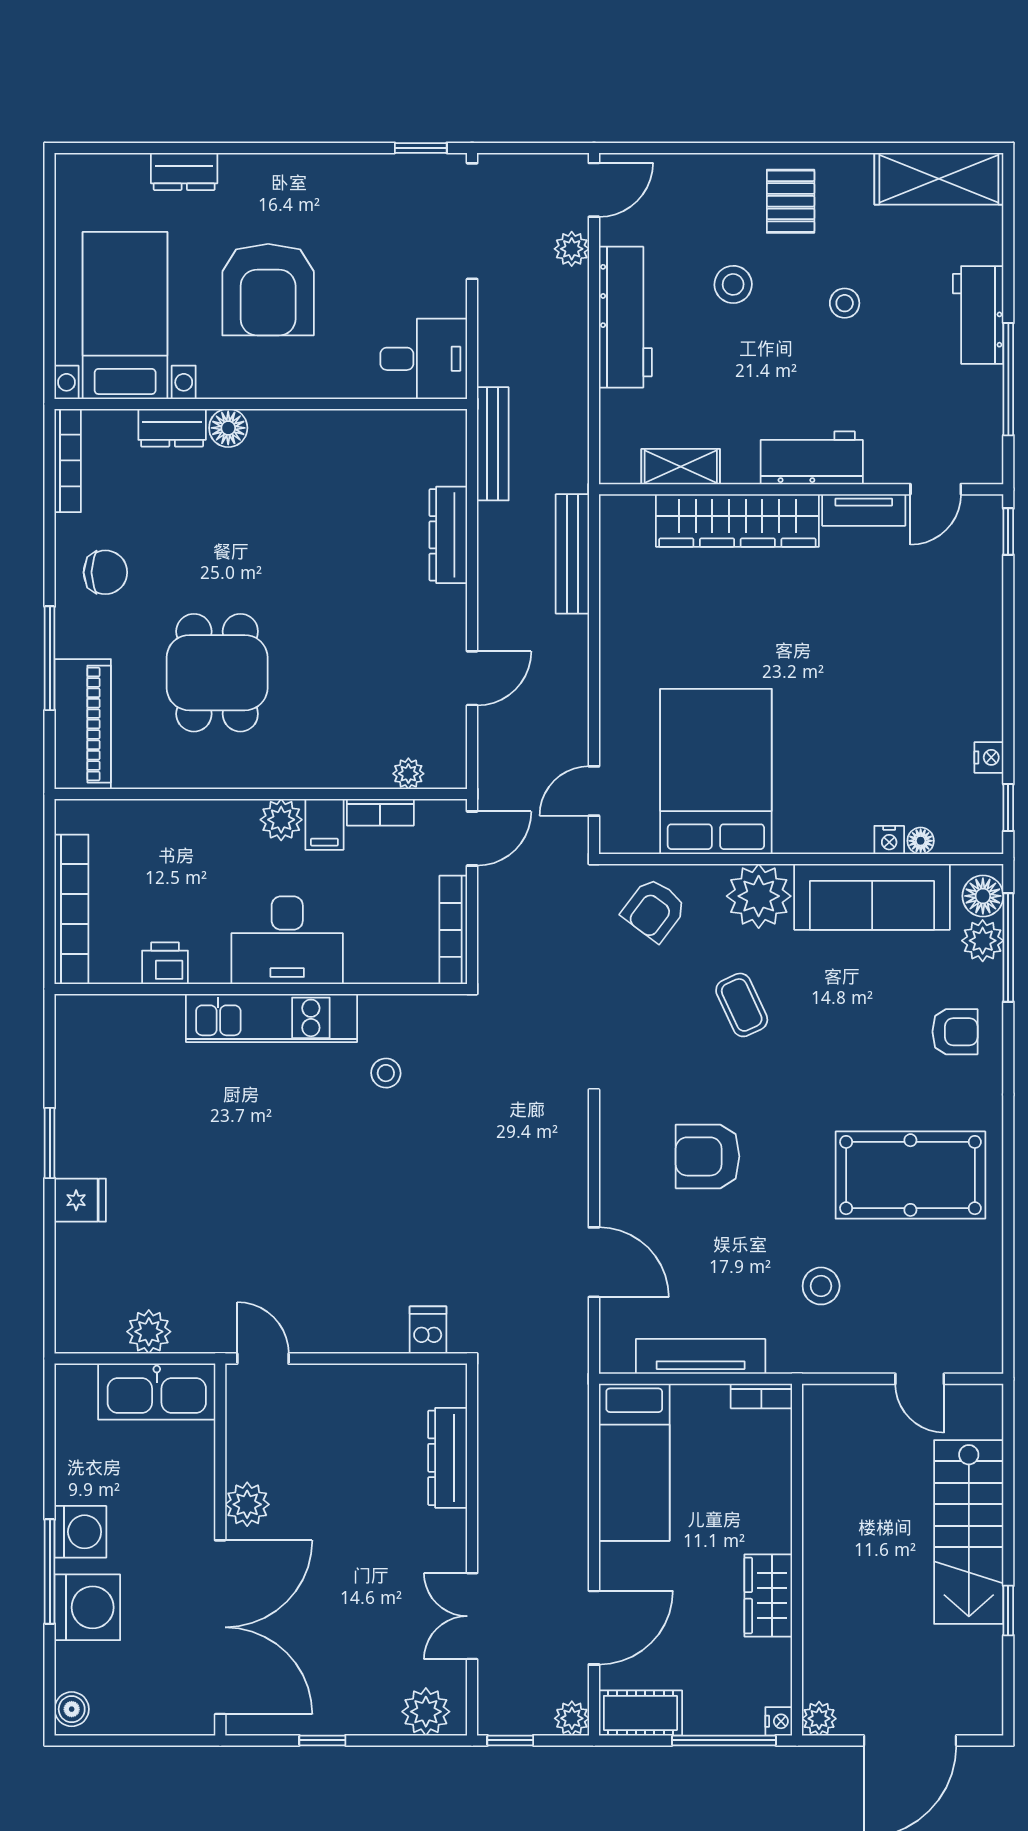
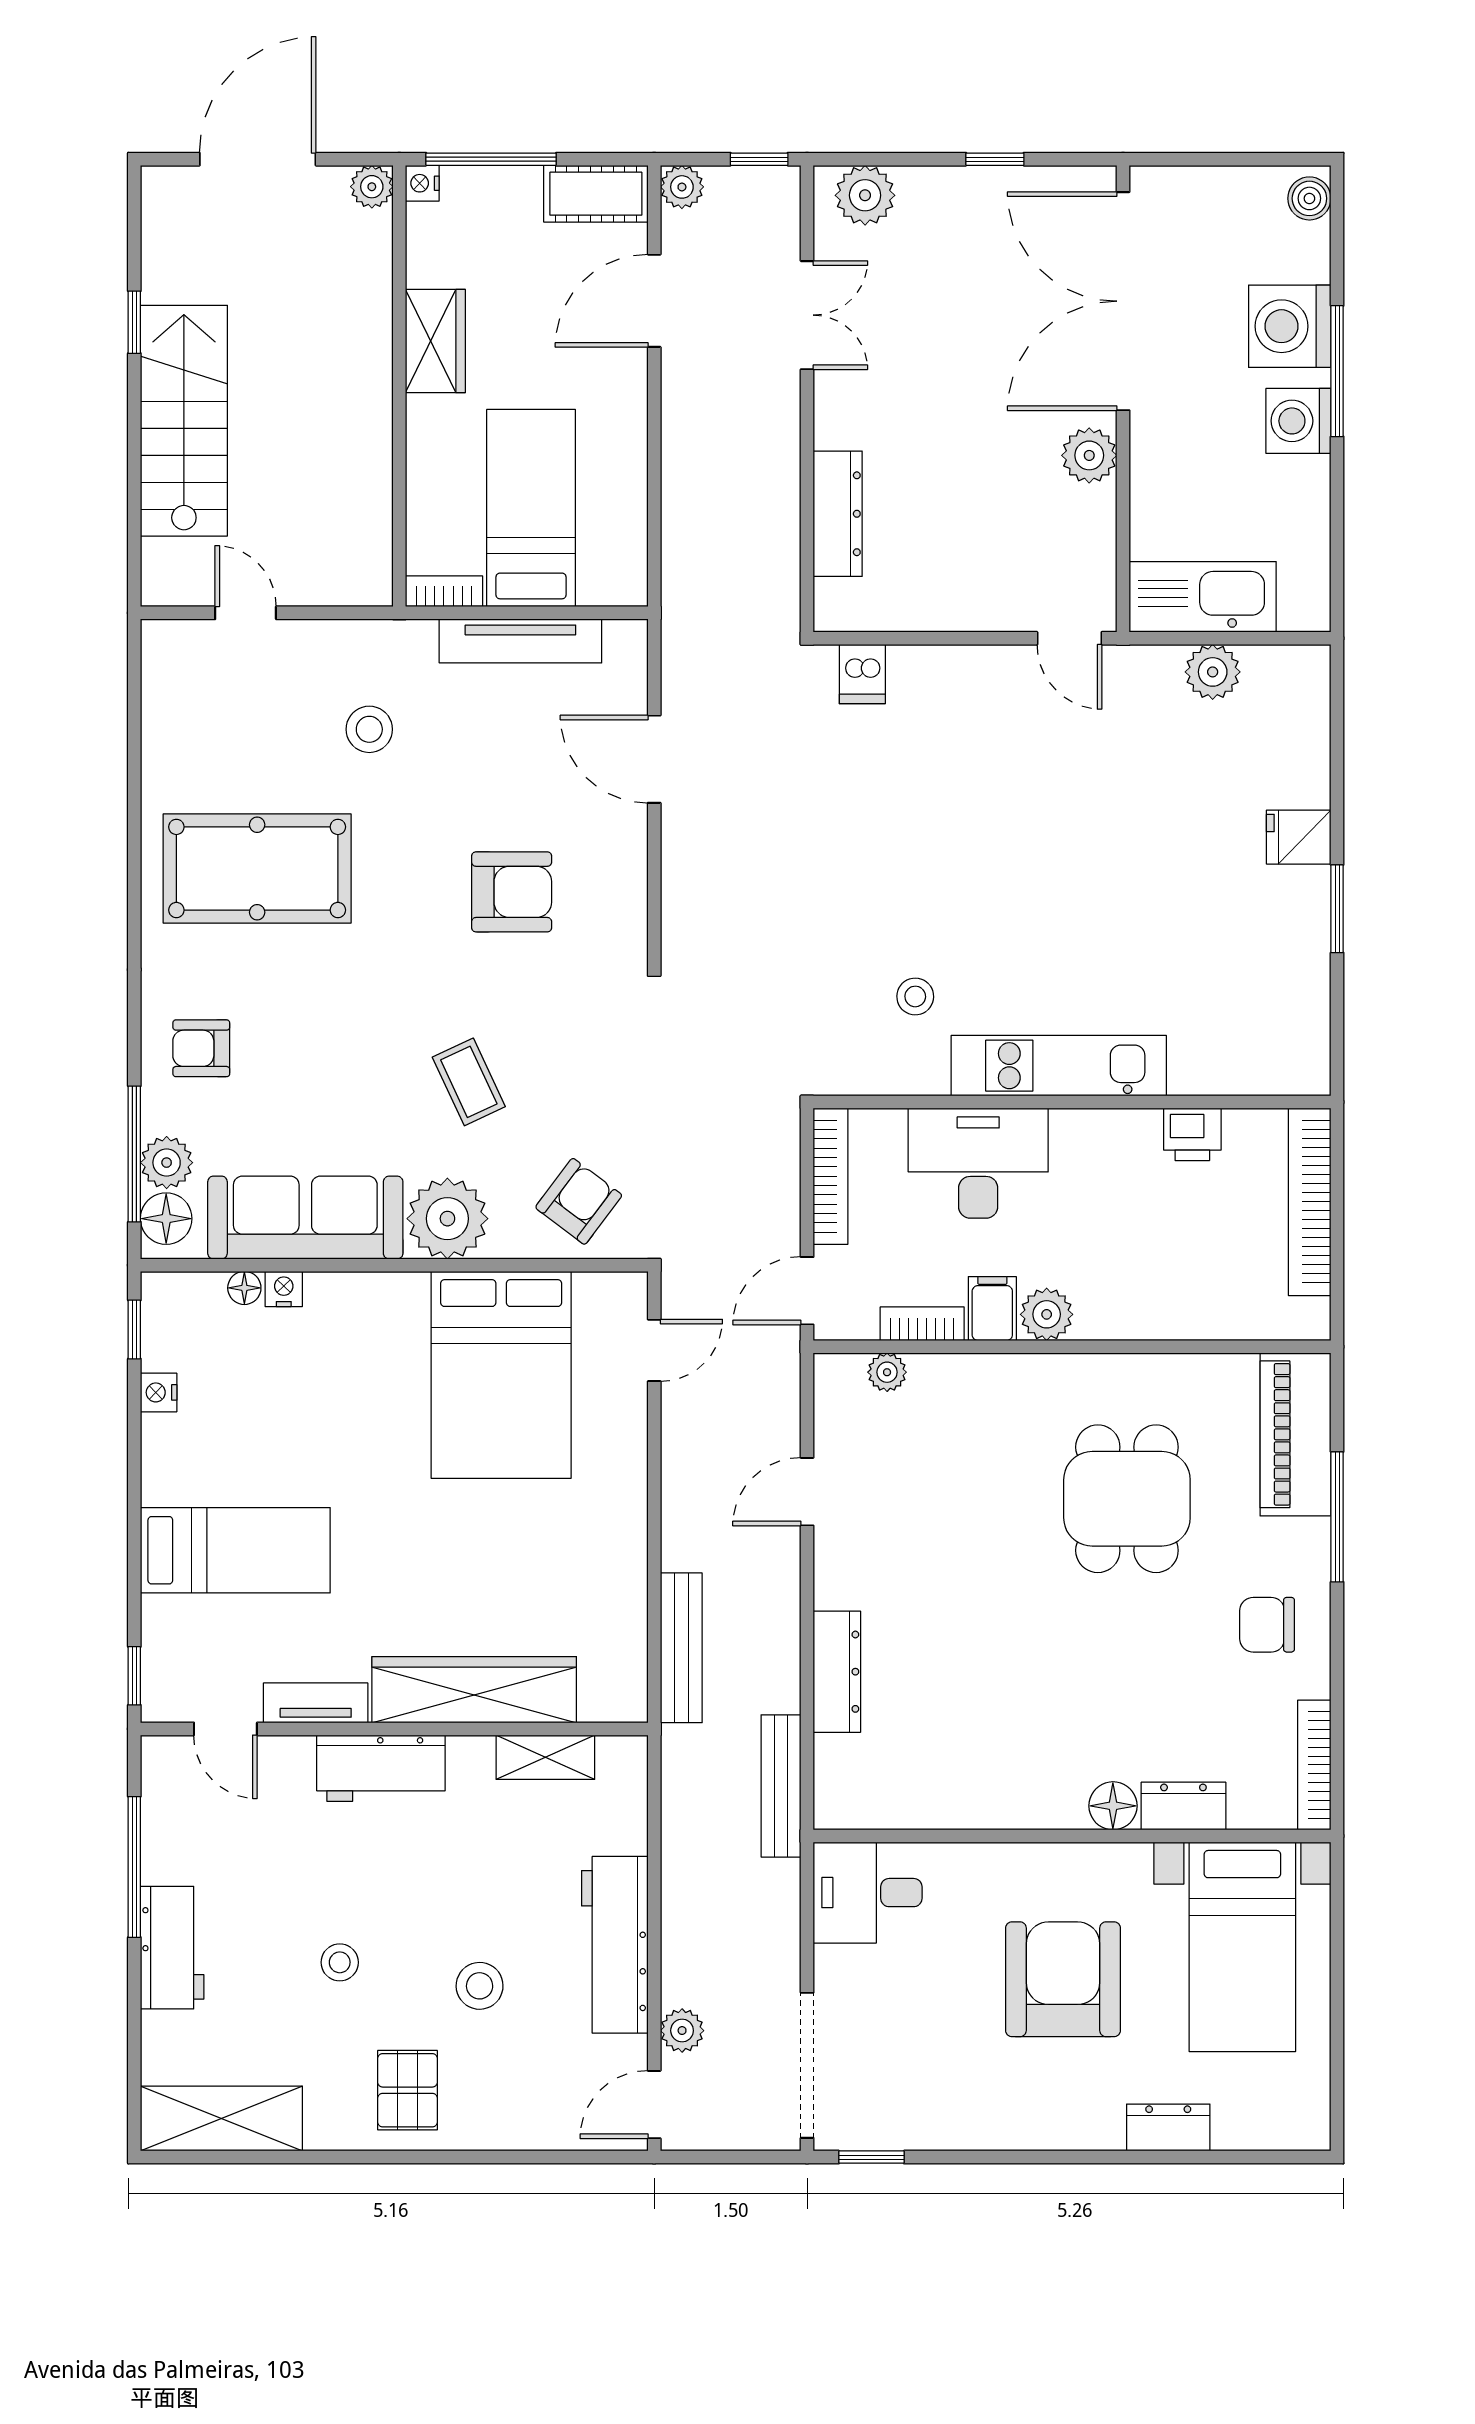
door: (936, 489) -> (225, 1729), swing flipped
bed: (928, 632) -> (235, 1550), added
desk: (287, 940) -> (978, 1163), moved
bed: (634, 1462) -> (531, 508), moved

